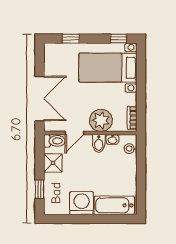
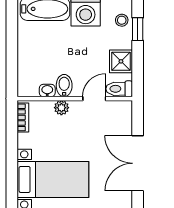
double door: (40, 98) -> (138, 163), moved
plant: (101, 120) -> (61, 108), width x0.53, depth x0.53
stool: (129, 149) -> (122, 20), moved

